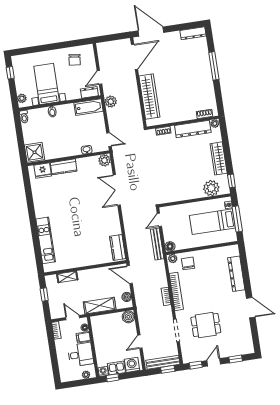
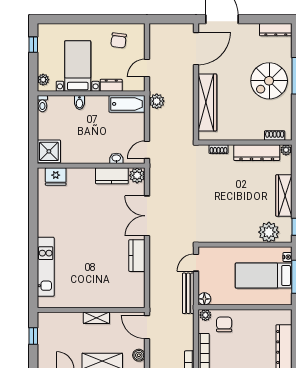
spiral stairs: (194, 73) -> (269, 81), added
dresser: (89, 92) -> (111, 85), moved
door: (109, 140) -> (147, 150), swing flipped
kitchen counter: (64, 167) -> (112, 176), moved
kitchen counter: (118, 247) -> (137, 256), moved
shelving: (67, 277) -> (96, 318), moved

